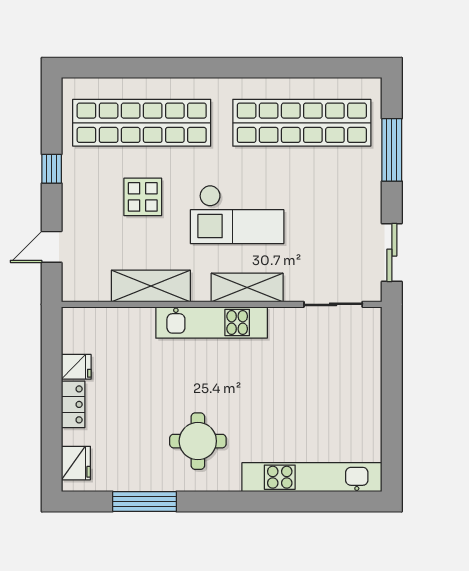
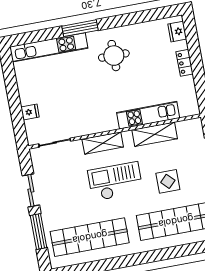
sliding door: (392, 253) -> (31, 190), moved
kitchen unit: (212, 322) -> (148, 115), moved
fridge: (76, 367) -> (30, 112), moved, turned 180
window: (145, 502) -> (80, 28), moved

